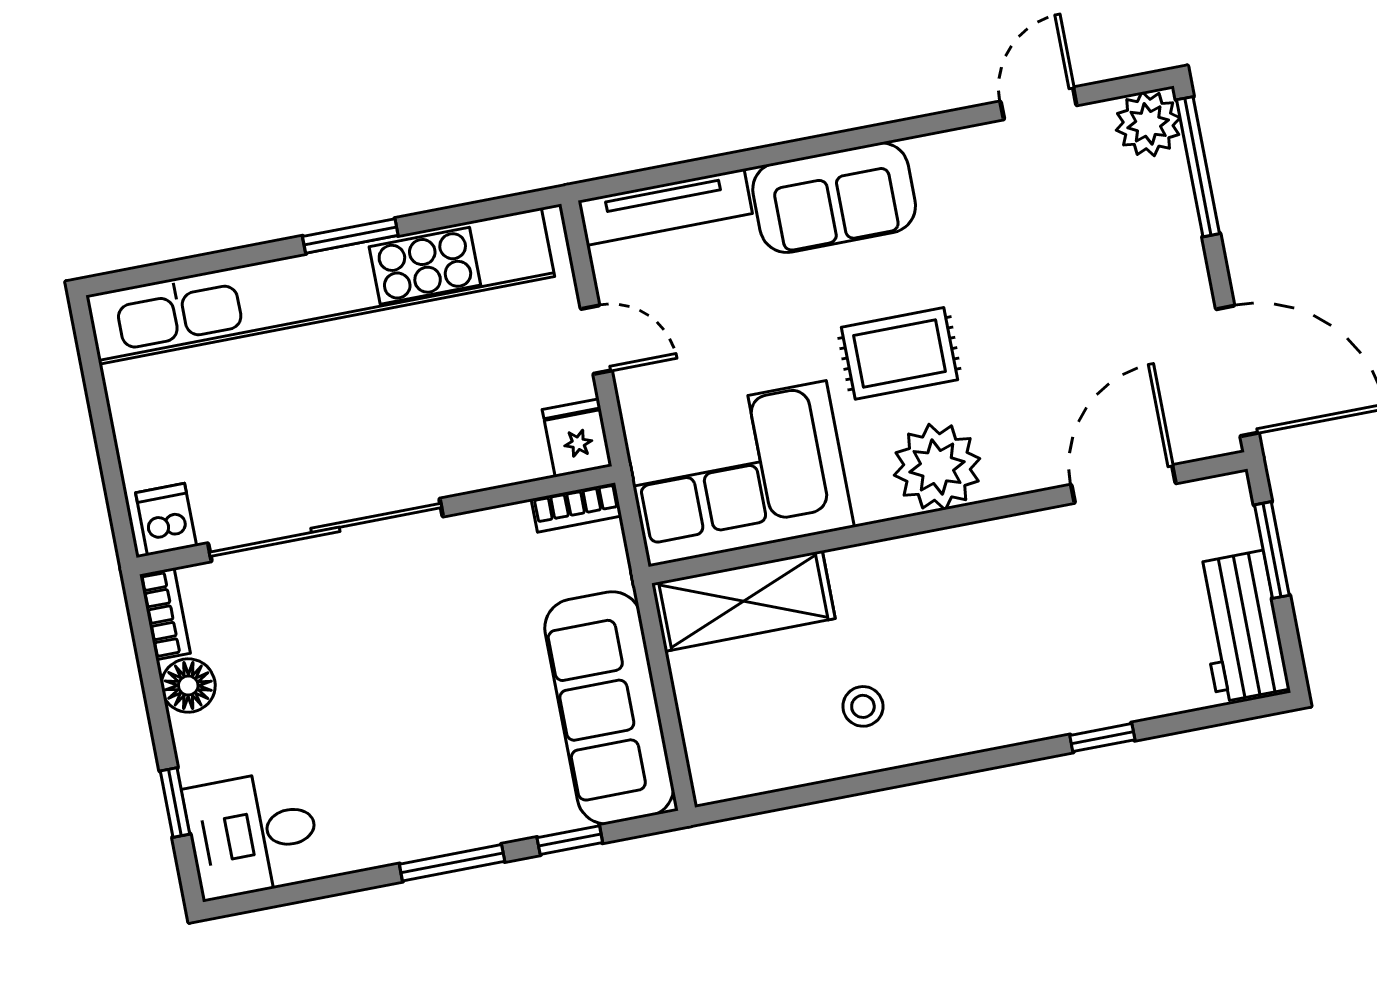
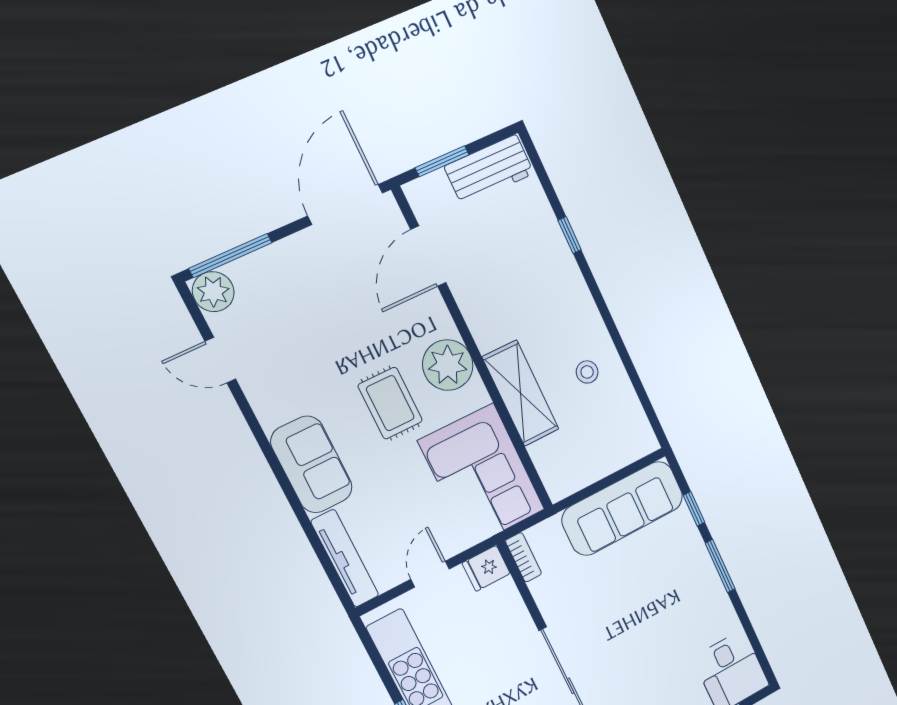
door: (1123, 484) -> (428, 256), hinge flipped
shelving: (743, 601) -> (521, 393), moved

